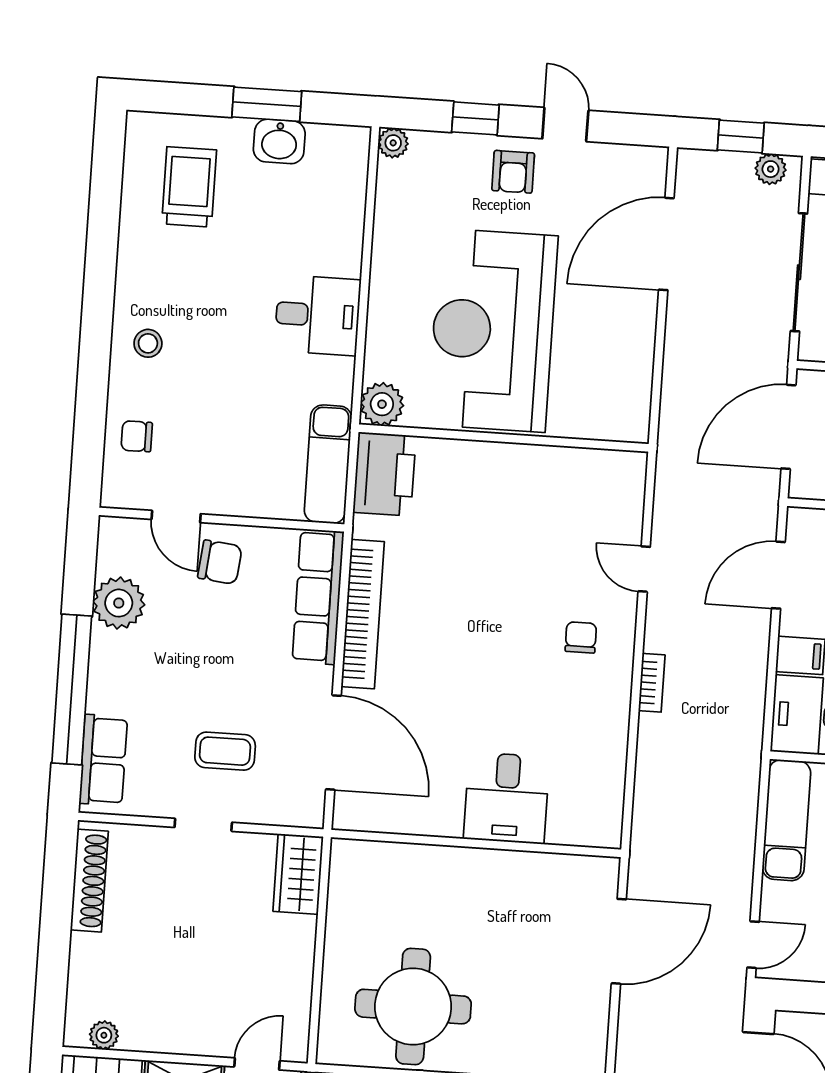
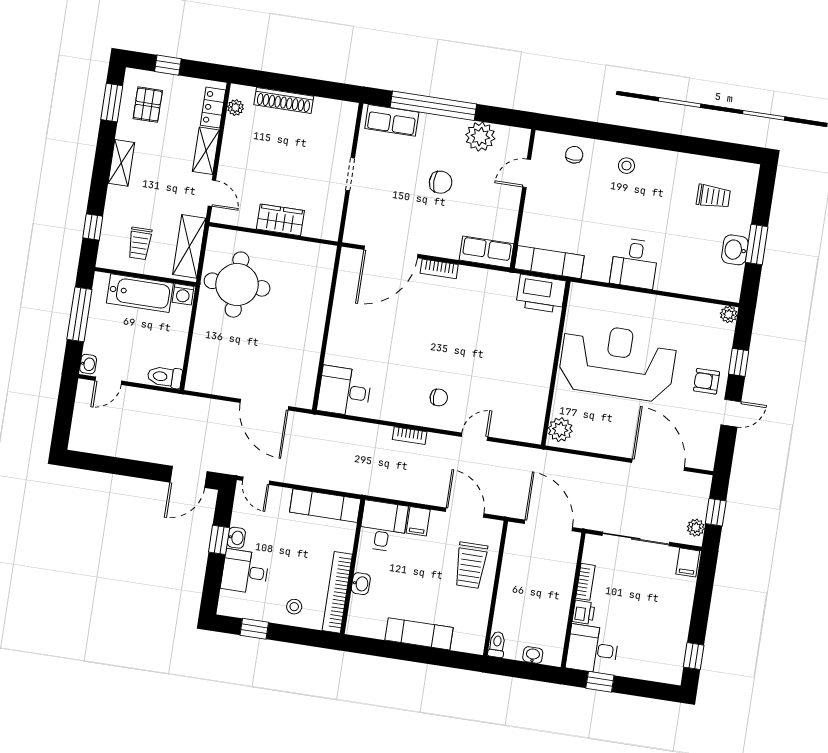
trolley: (189, 187) -> (713, 196), width x0.73, depth x0.72
plant: (382, 404) -> (560, 430), moved
chair: (220, 562) -> (441, 182), moved, turned -96
row of seats: (318, 597) -> (487, 252), width x0.68
bookcase: (363, 614) -> (439, 269), width x0.43, depth x0.76
coffee table: (225, 751) -> (391, 190), removed
desk: (506, 798) -> (344, 391), moved
wardrobe: (298, 874) -> (280, 220), moved
shoe rack: (89, 881) -> (284, 100), moved

